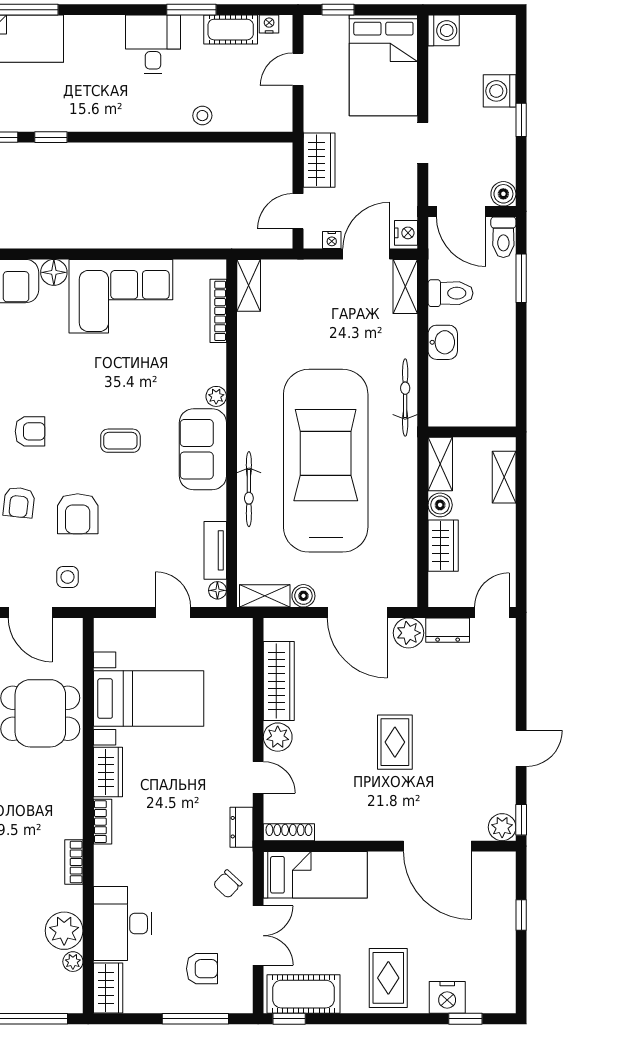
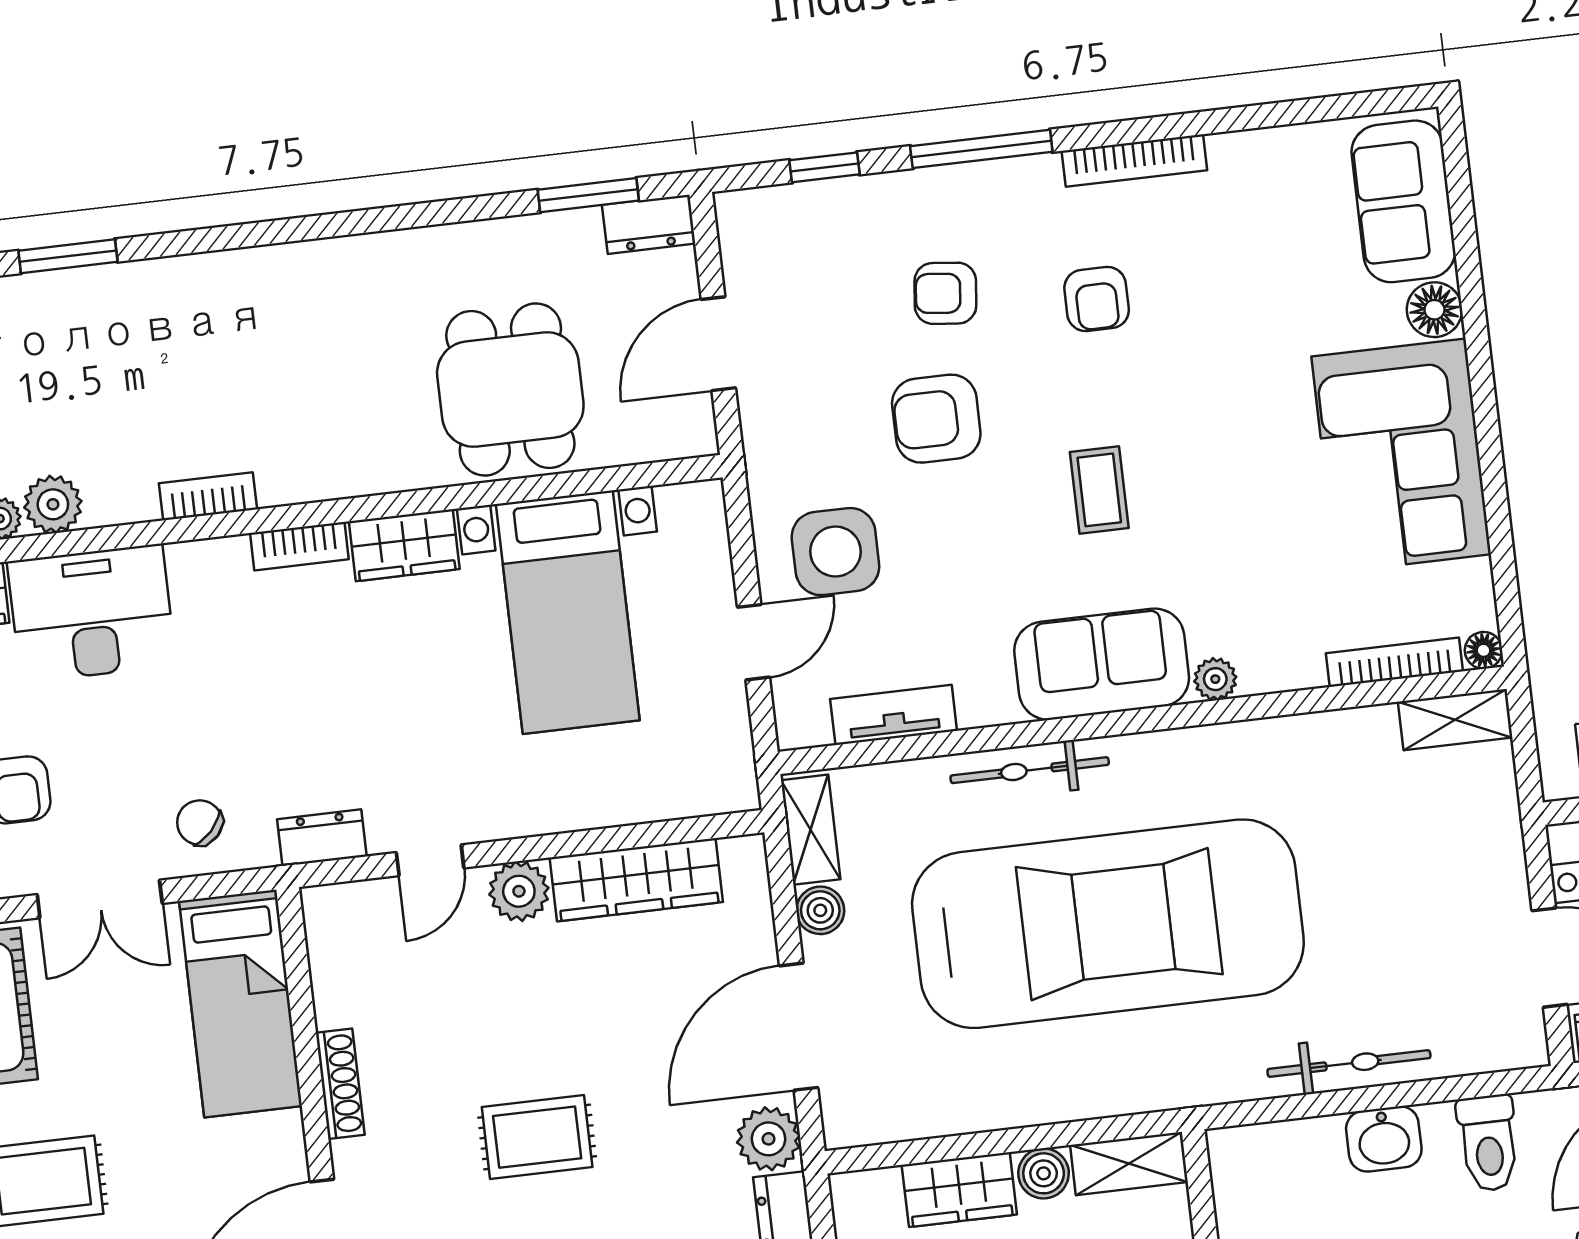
shelving: (405, 286) -> (1491, 1047), removed
bicycle: (405, 397) -> (1349, 1064), moved
side table: (68, 577) -> (835, 552), moved, width x1.87, depth x1.87
floor lamp: (217, 590) -> (1484, 650), moved
shoe rack: (289, 832) -> (340, 1084), moved
plant: (64, 931) -> (53, 504), width x0.73, depth x0.73

